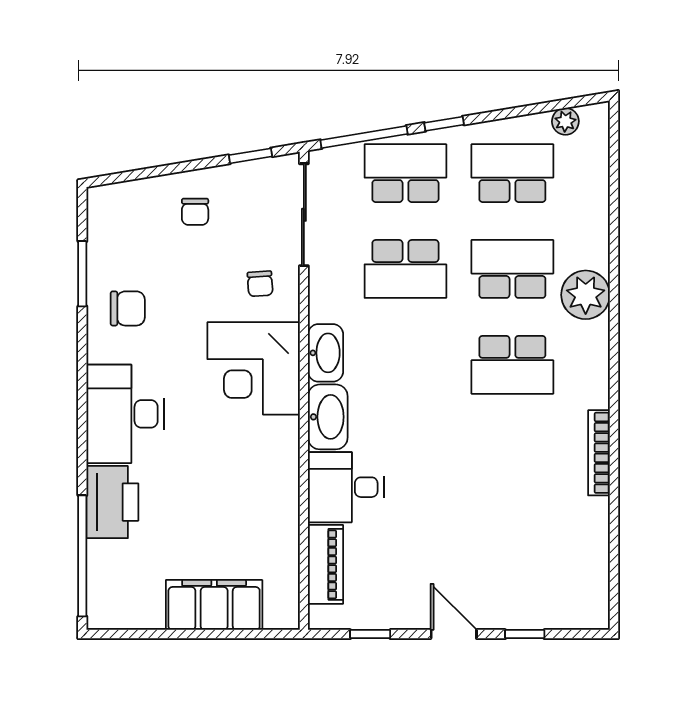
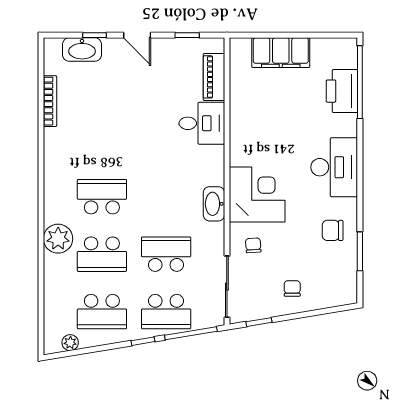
washbasin: (328, 417) -> (82, 50), moved, turned -90
bookcase: (599, 453) -> (50, 101), moved
printer: (112, 502) -> (342, 91), moved

